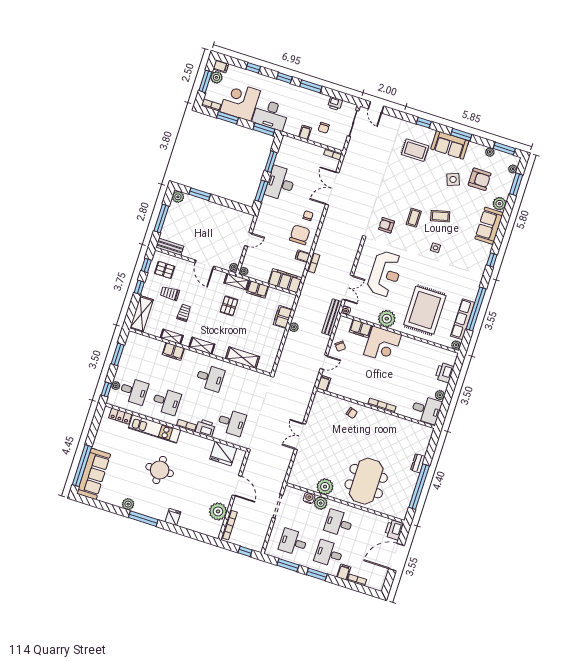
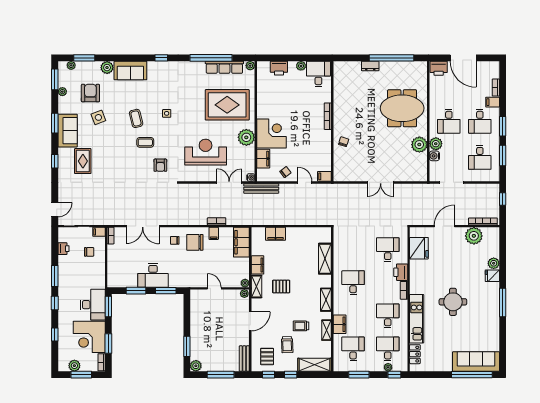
filing cabinet: (221, 66) -> (63, 365), removed
filing cabinet: (305, 132) -> (99, 232), moved
plant: (294, 327) -> (282, 220), removed
desk: (145, 357) -> (353, 349), added
plant: (128, 504) -> (494, 263), moved

